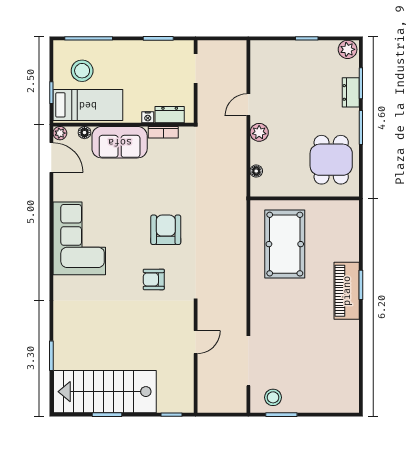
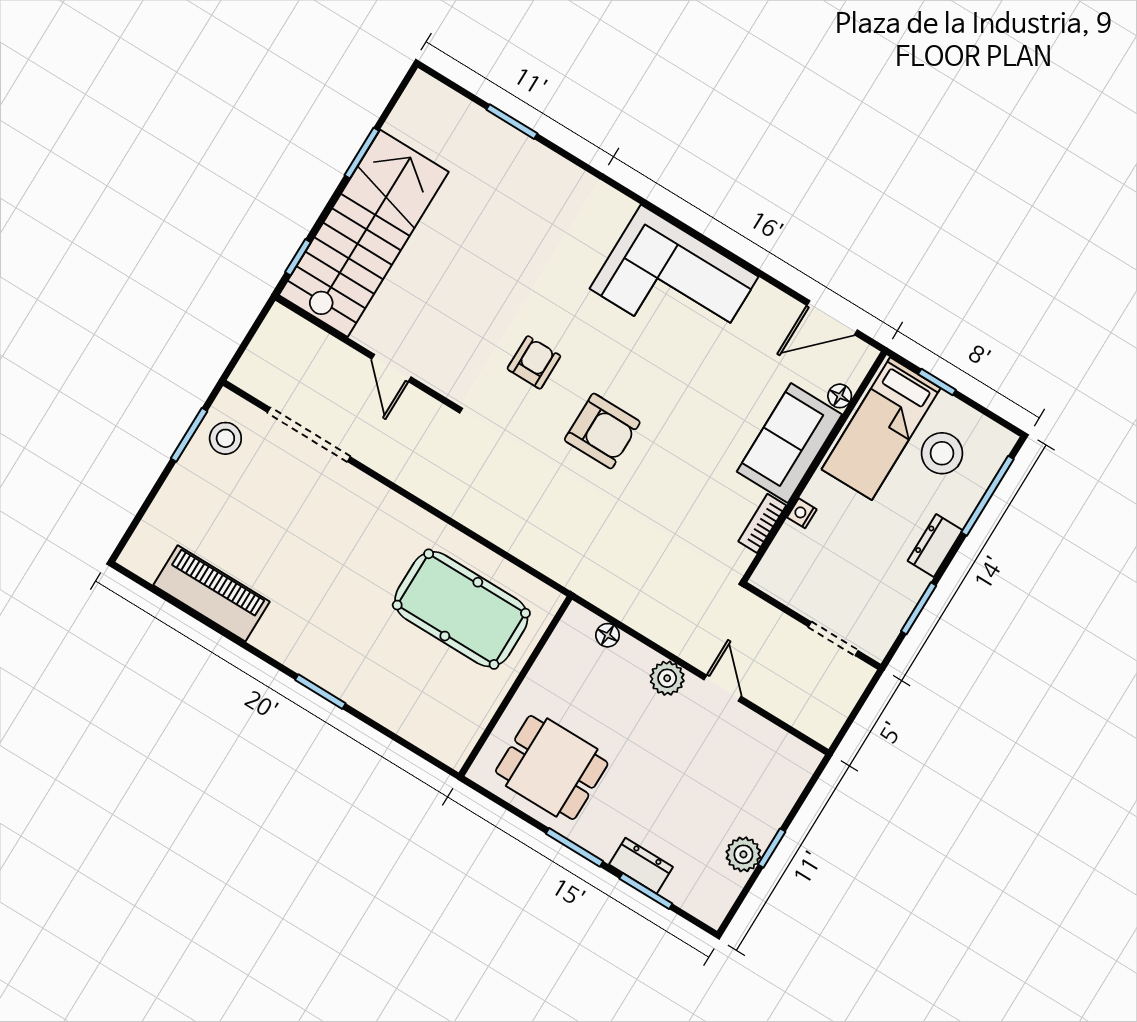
plant: (348, 49) -> (743, 854), moved
dresser: (170, 115) -> (935, 546), moved, turned 180
plant: (60, 133) -> (863, 356), removed
piano: (347, 291) -> (211, 593), moved
stairs: (105, 392) -> (364, 233), moved

